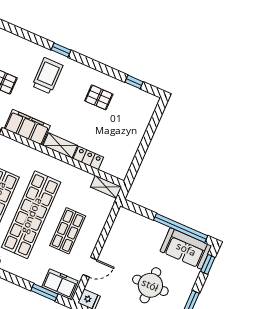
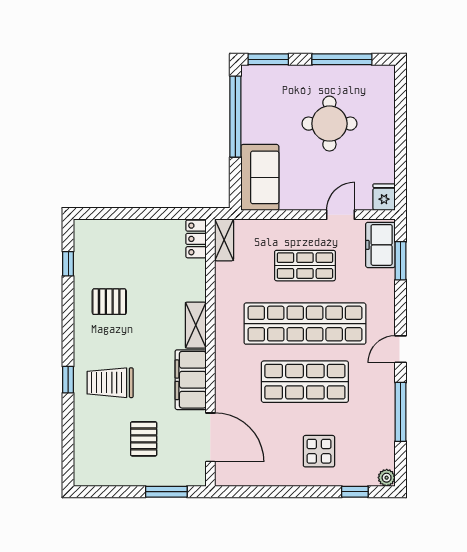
pallet: (99, 97) -> (109, 302), turned 90
locker: (88, 158) -> (196, 239), moved
sofa: (186, 249) -> (260, 177), moved
window: (208, 264) -> (268, 59), width x1.50
door: (90, 267) -> (340, 215), hinge flipped

